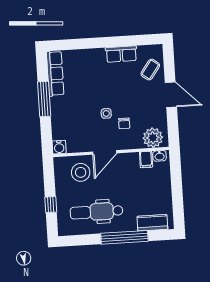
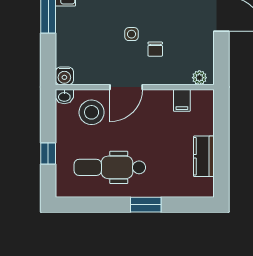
plant: (153, 138) -> (199, 78), width x0.53, depth x0.53
washbasin: (160, 156) -> (64, 97), moved
kitchen counter: (152, 223) -> (204, 156), moved, turned -90
window: (124, 237) -> (146, 205), width x0.47

